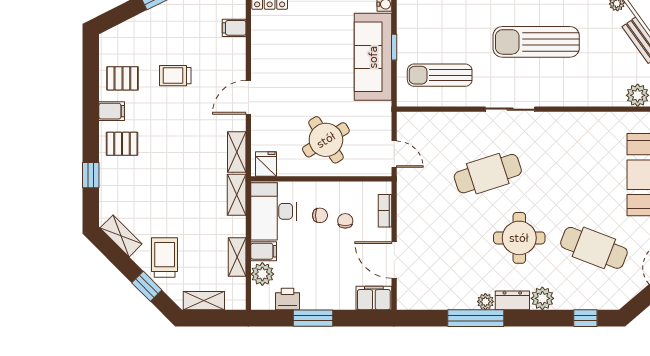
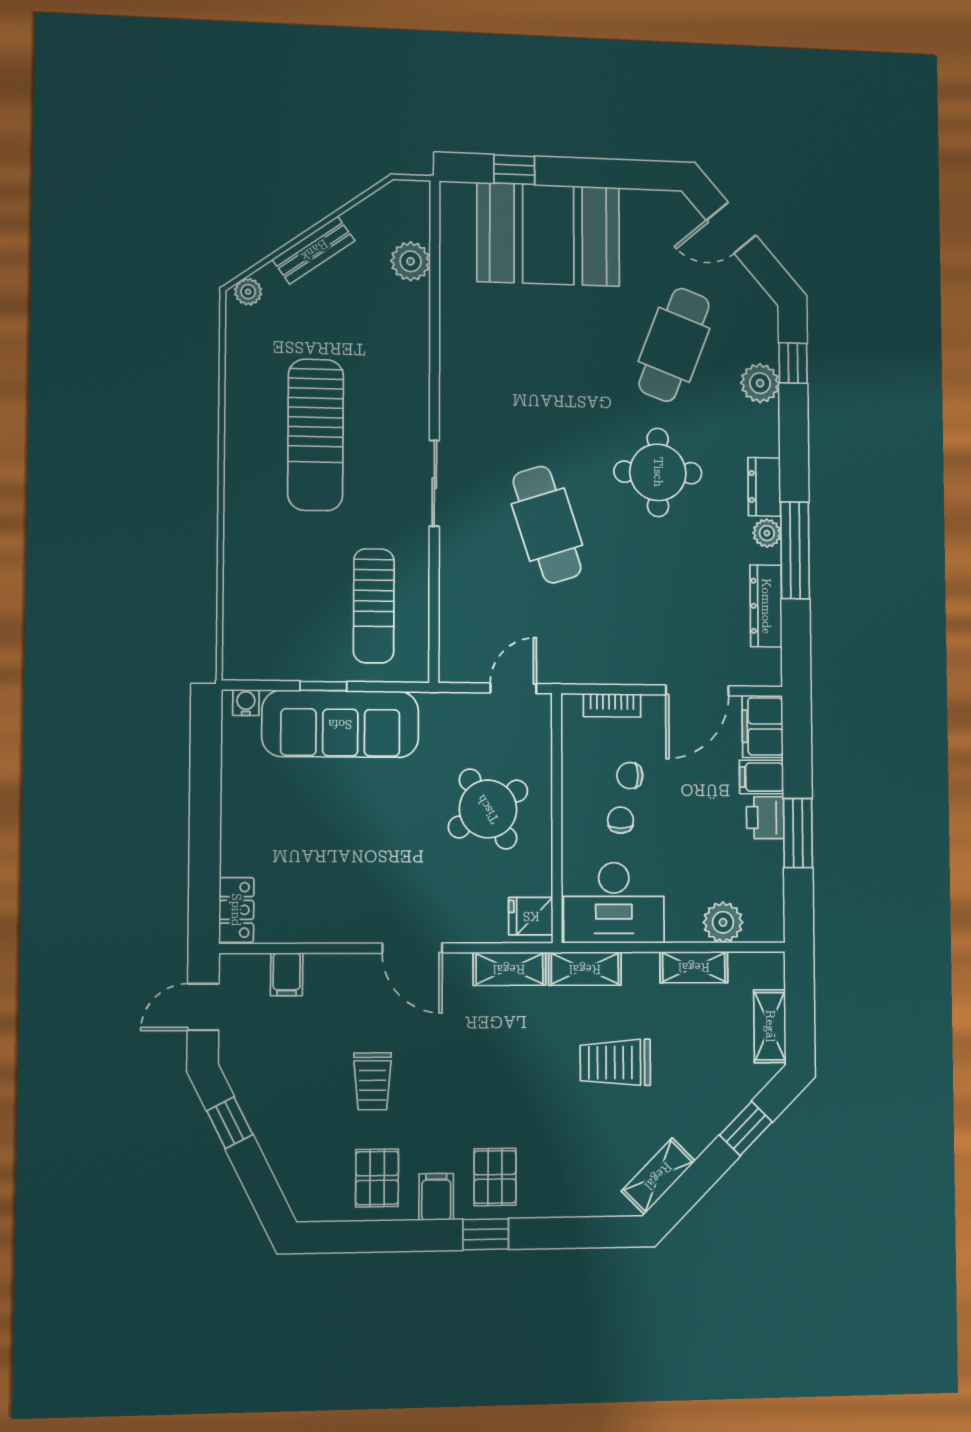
window: (91, 175) -> (486, 1234), moved
filing cabinet: (264, 251) -> (761, 777), moved, turned -90
trolley: (165, 257) -> (615, 1063), moved
plant: (542, 298) -> (760, 383), moved
printer: (287, 299) -> (765, 818), moved
dresser: (443, 301) -> (766, 606), added

